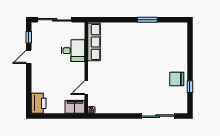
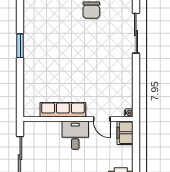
row of seats: (94, 42) -> (63, 110), moved
desk: (73, 51) -> (75, 135), moved

